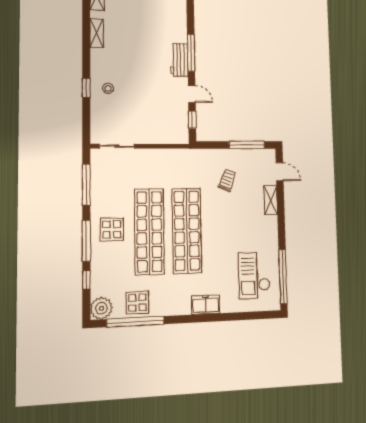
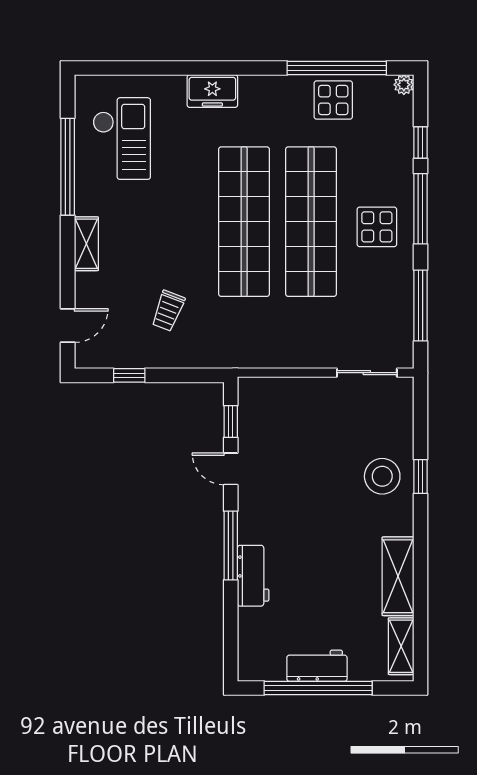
shelving: (97, 33) -> (398, 576), width x1.50, depth x1.33
workbench: (179, 60) -> (253, 576), moved
stool: (108, 88) -> (382, 476), width x1.89, depth x1.89
window: (247, 145) -> (129, 375), width x0.46
door: (280, 172) -> (68, 326), swing flipped
shelving: (271, 200) -> (86, 244), moved
window: (283, 277) -> (68, 167), moved
plant: (101, 308) -> (404, 85), width x0.53, depth x0.53

